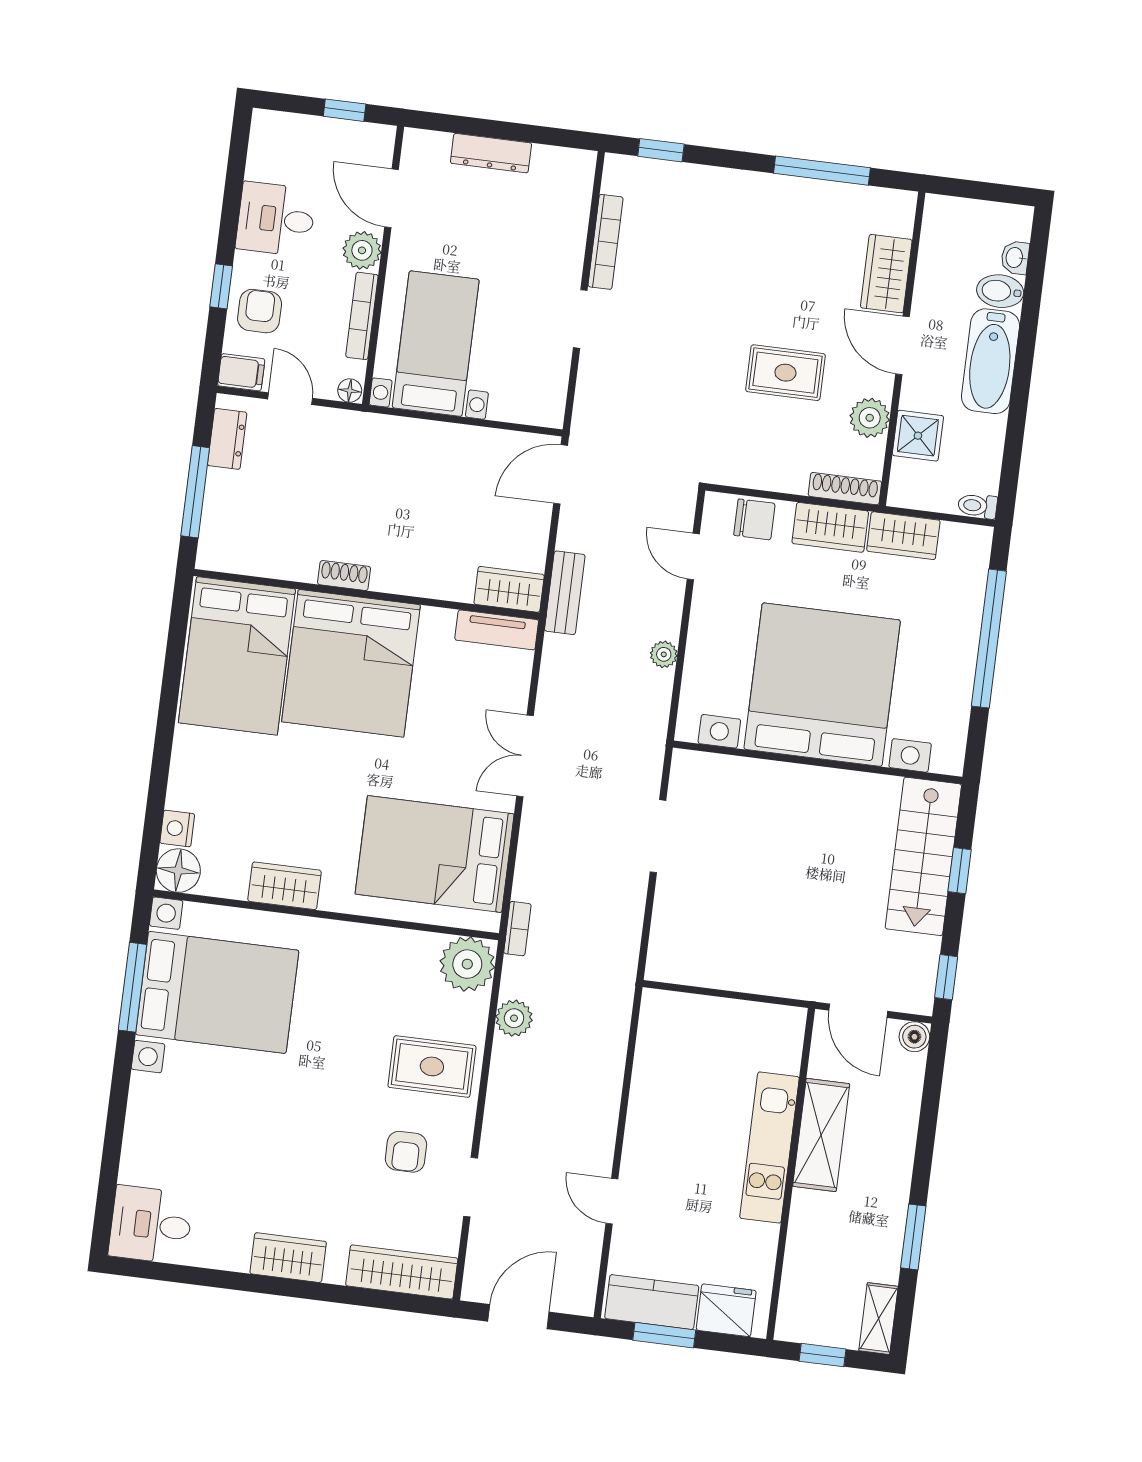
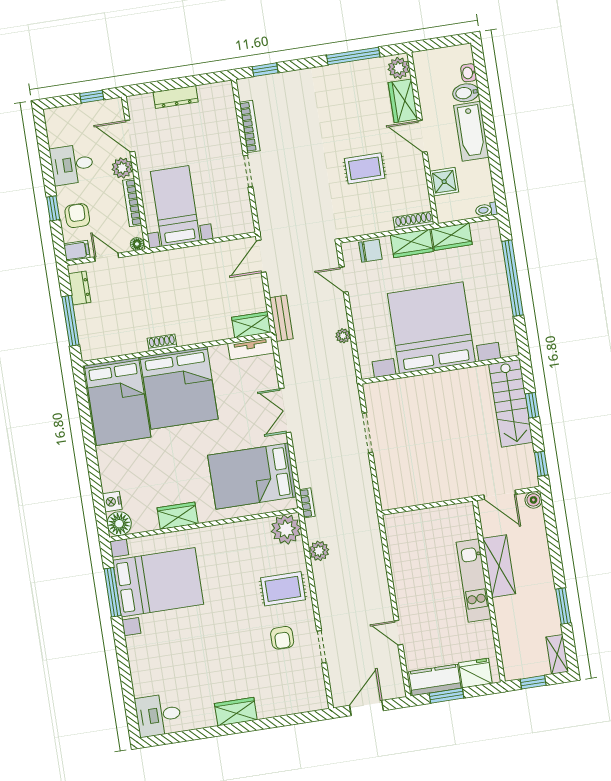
plant: (870, 418) -> (399, 68), moved
wardrobe: (402, 1272) -> (298, 702), removed

